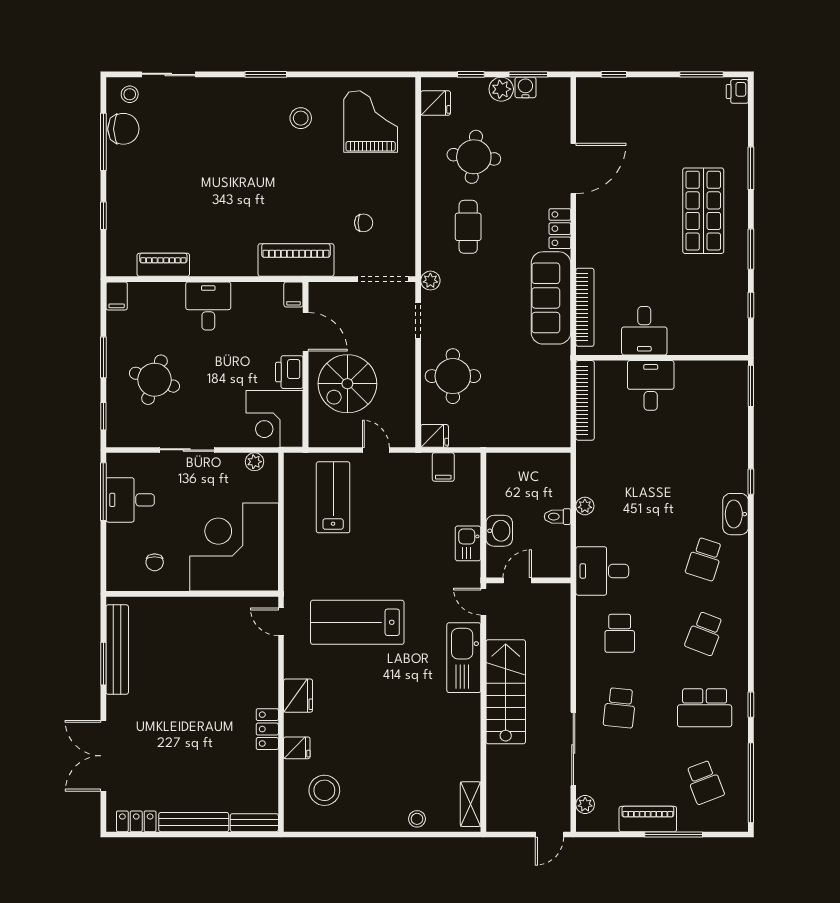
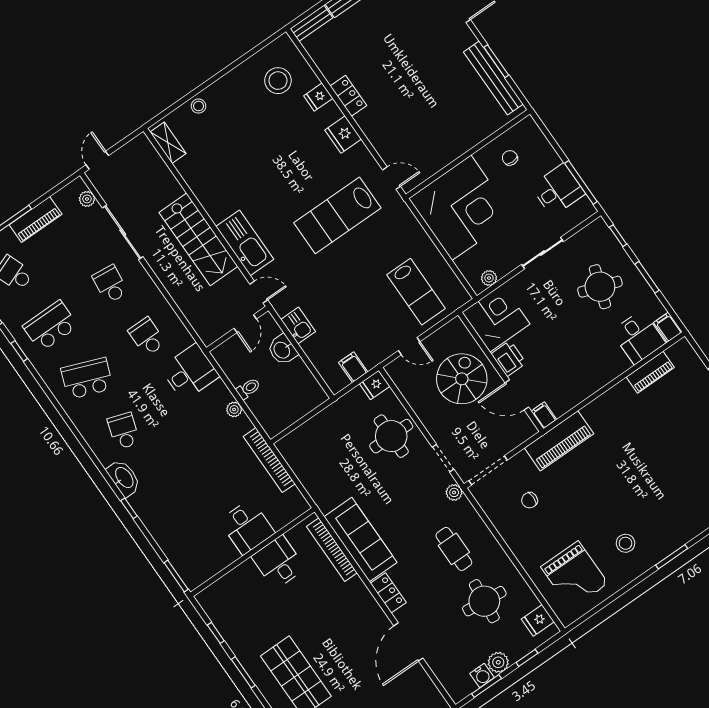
desk: (208, 306) -> (638, 337), moved
bookcase: (585, 400) -> (269, 460), moved
lab bench: (357, 622) -> (337, 215), turned 180
school desk: (705, 633) -> (87, 378), width x1.85

